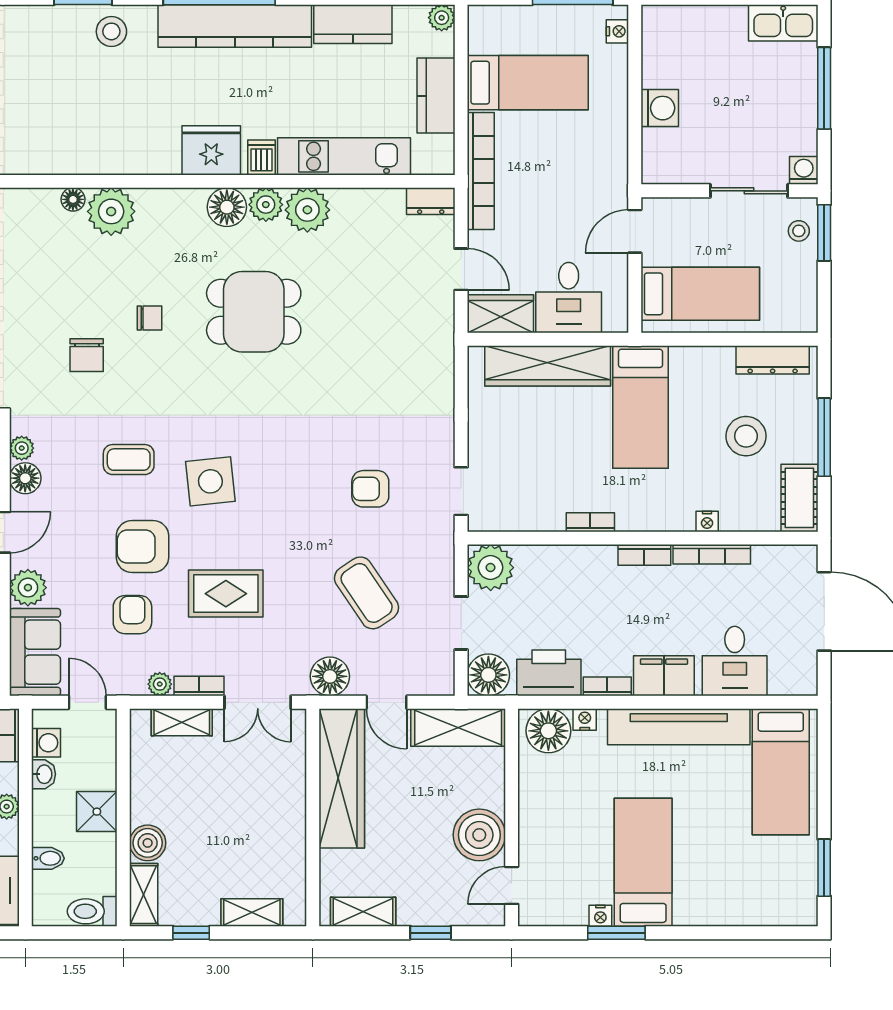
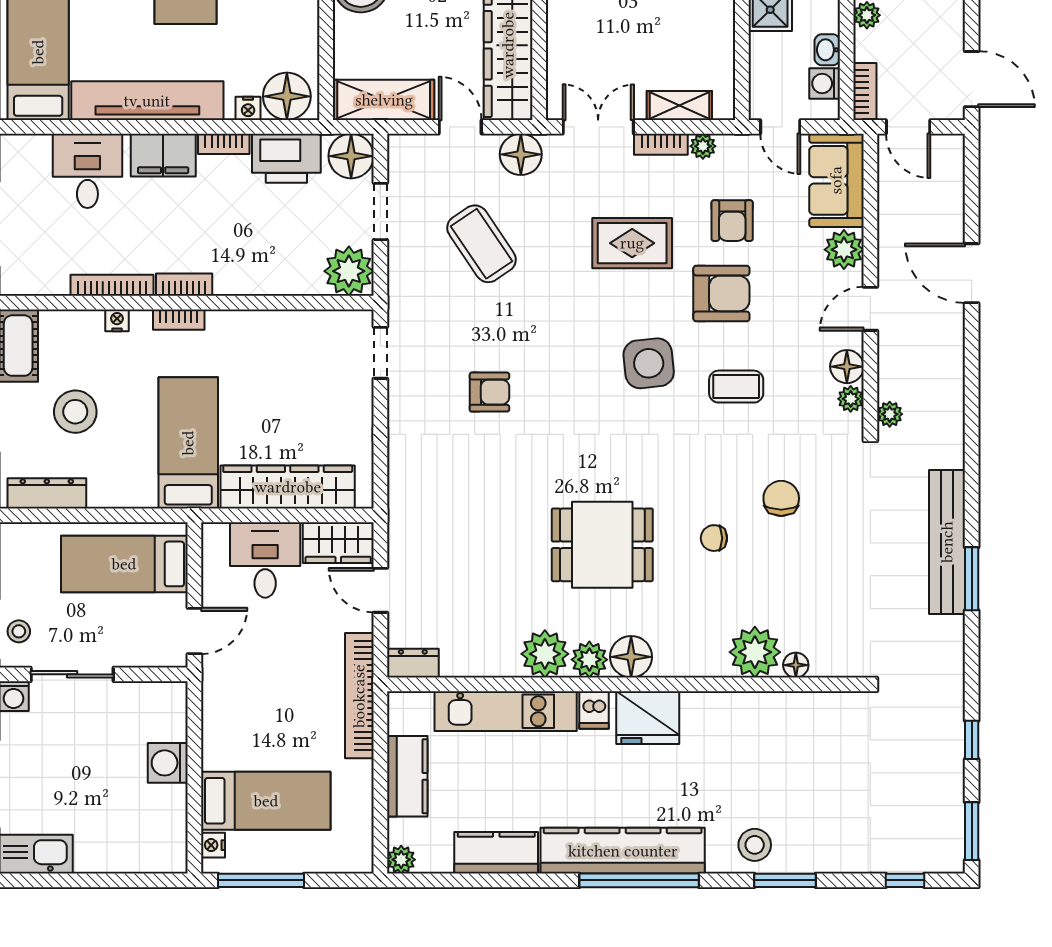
bed: (528, 83) -> (266, 801), moved, turned 180
armchair: (370, 489) -> (489, 392), moved
bookcase: (590, 522) -> (179, 320), moved

